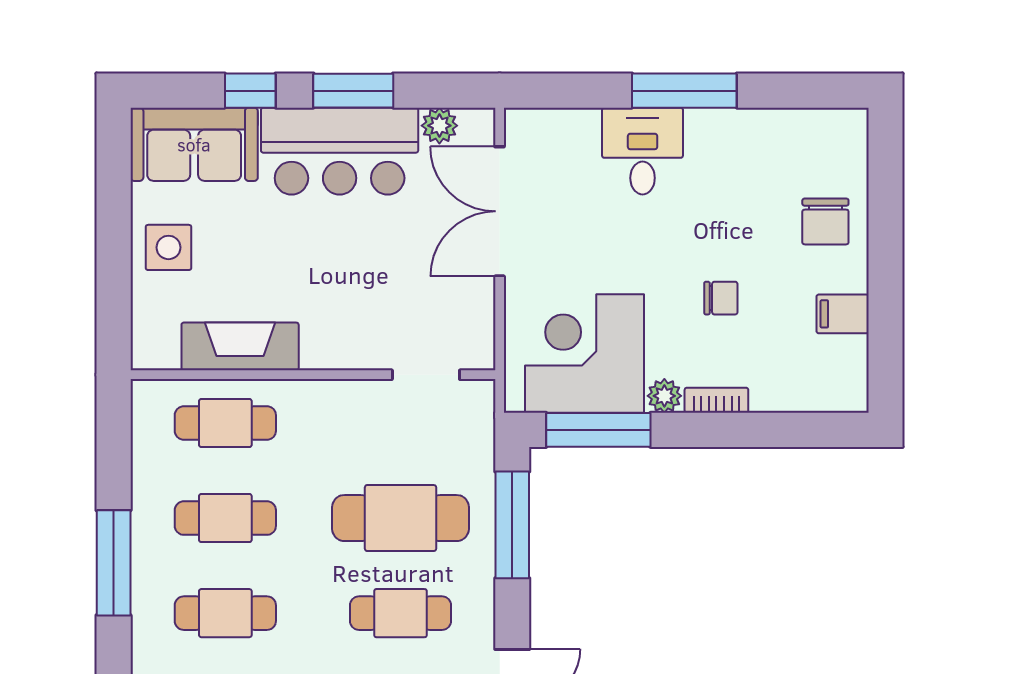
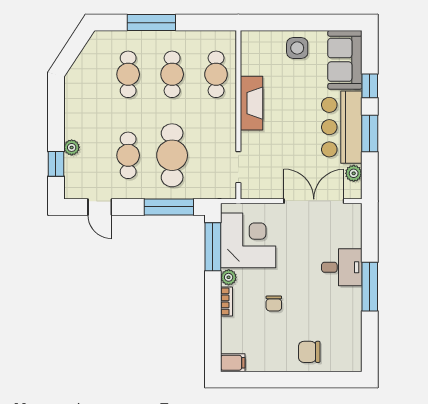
filing cabinet: (843, 314) -> (233, 363), moved, turned 90
fireplace: (240, 346) -> (251, 103), moved

